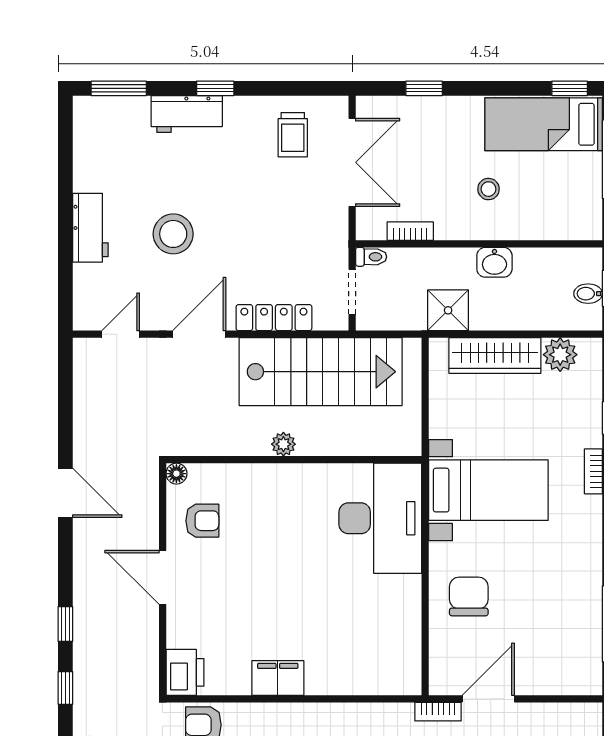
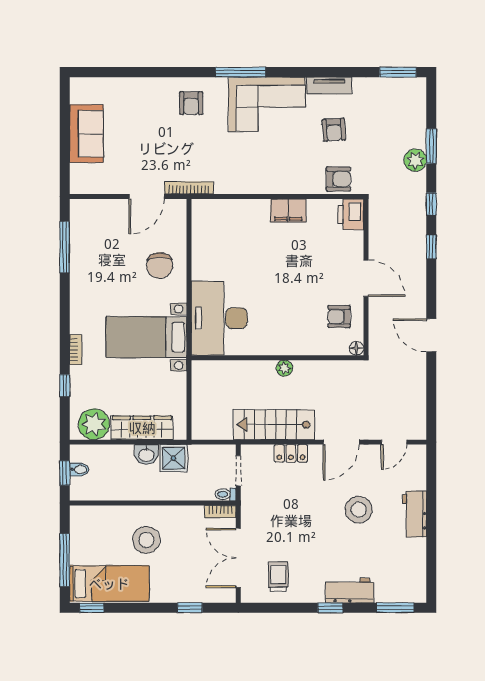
stool: (488, 189) -> (146, 540), width x1.89, depth x1.89
bookcase: (410, 231) -> (220, 512), moved
washbasin: (494, 262) -> (146, 455), moved, turned 180
locker: (274, 318) -> (291, 453), width x0.66
plant: (560, 355) -> (94, 424), width x1.36, depth x1.36
stairs: (321, 372) -> (274, 425), width x0.73, depth x0.66
bookcase: (438, 712) -> (189, 188), width x1.56

